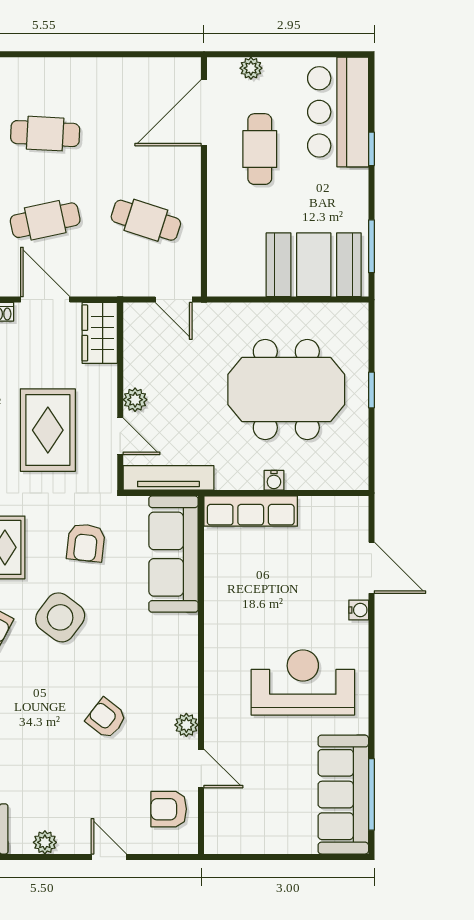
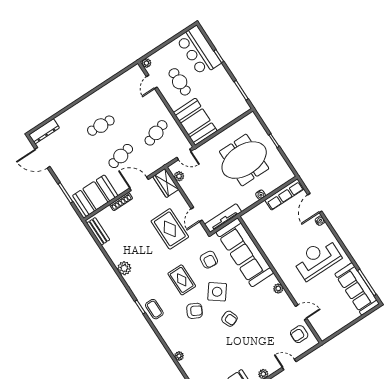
plant: (251, 68) -> (146, 63), moved
door: (204, 113) -> (152, 82), width x0.53
cafe table: (146, 220) -> (156, 133), turned -36
booth: (314, 265) -> (195, 122), moved, turned 90
plant: (135, 400) -> (179, 176), moved
door: (120, 436) -> (197, 214), swing flipped
row of seats: (251, 511) -> (284, 194), moved
sofa: (173, 554) -> (245, 252), width x1.36, depth x1.27
door: (371, 568) -> (315, 203), swing flipped
armchair: (106, 718) -> (229, 319), moved, turned -149
plant: (186, 725) -> (278, 289), moved

